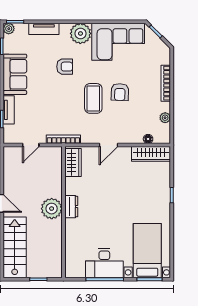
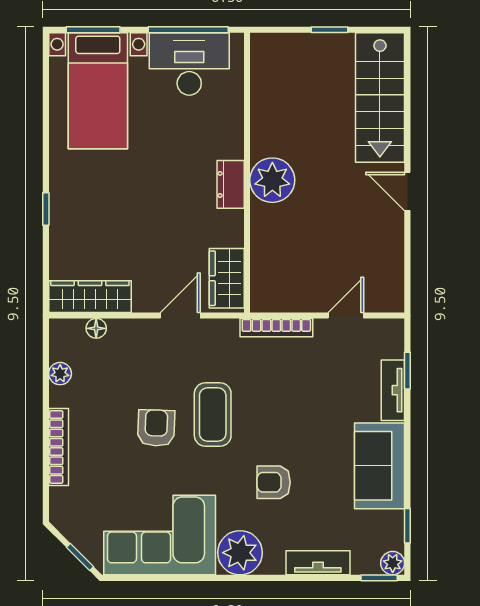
wardrobe: (73, 162) -> (227, 278), moved
dresser: (71, 207) -> (231, 184), moved
plant: (52, 209) -> (272, 180), moved
wall: (63, 212) -> (247, 173), moved

